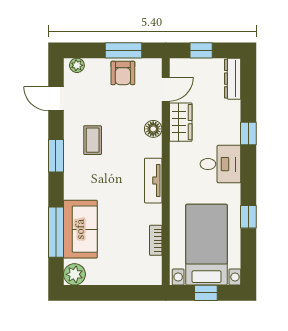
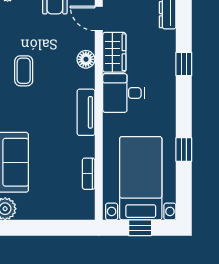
door: (166, 89) -> (99, 18), swing flipped
desk: (220, 164) -> (124, 93), moved, turned 180

